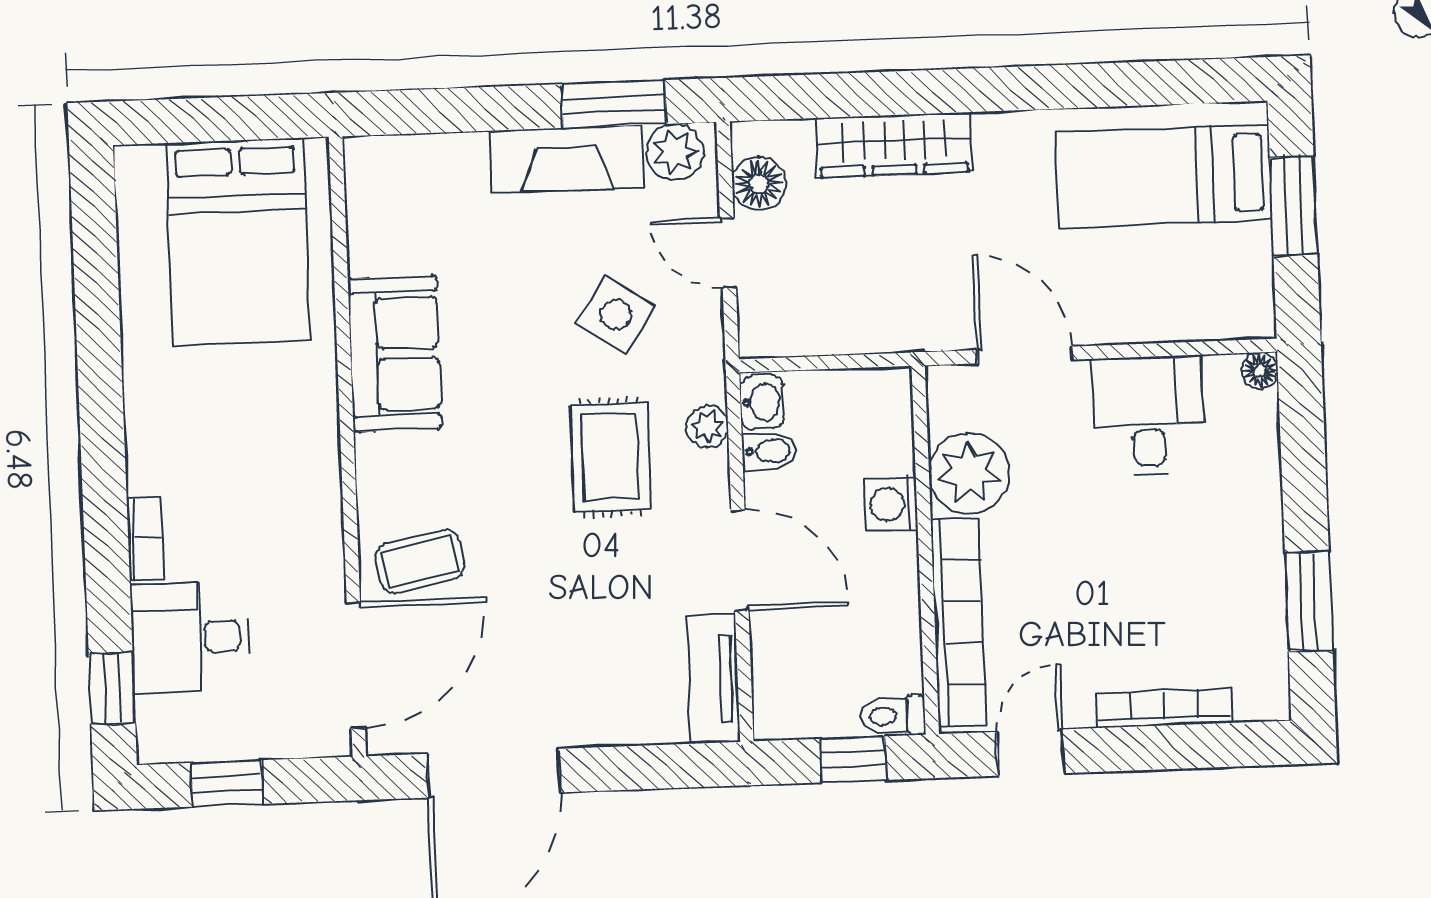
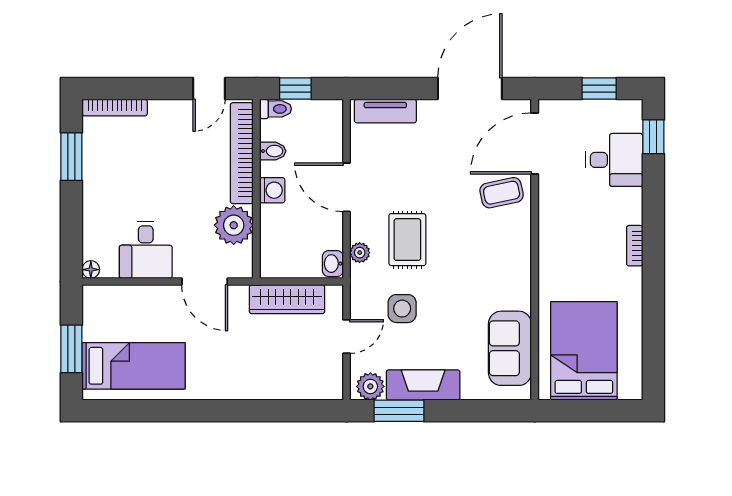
wardrobe: (894, 145) -> (287, 299), moved, turned 180
floor lamp: (759, 184) -> (330, 369), removed
door: (728, 253) -> (346, 337), hinge flipped
side table: (616, 315) -> (402, 309), turned -34
sofa: (395, 354) -> (510, 348), moved
bidet: (769, 451) -> (273, 151), moved, turned 180
washing machine: (891, 504) -> (272, 190), moved
bookcase: (145, 539) -> (635, 246), moved
tv unit: (713, 679) -> (385, 111), moved, turned 90
bookcase: (1164, 708) -> (115, 108), moved

